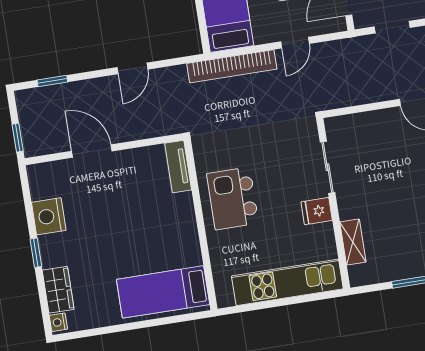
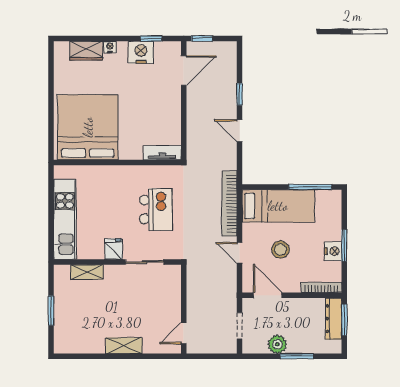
window: (52, 81) -> (240, 94), moved
door: (92, 151) -> (184, 70), moved
kitchen island: (233, 198) -> (156, 209), moved, turned 90
window: (36, 253) -> (151, 39), moved
bed: (163, 292) -> (88, 127), width x2.04
nightstand: (58, 322) -> (110, 47), moved

